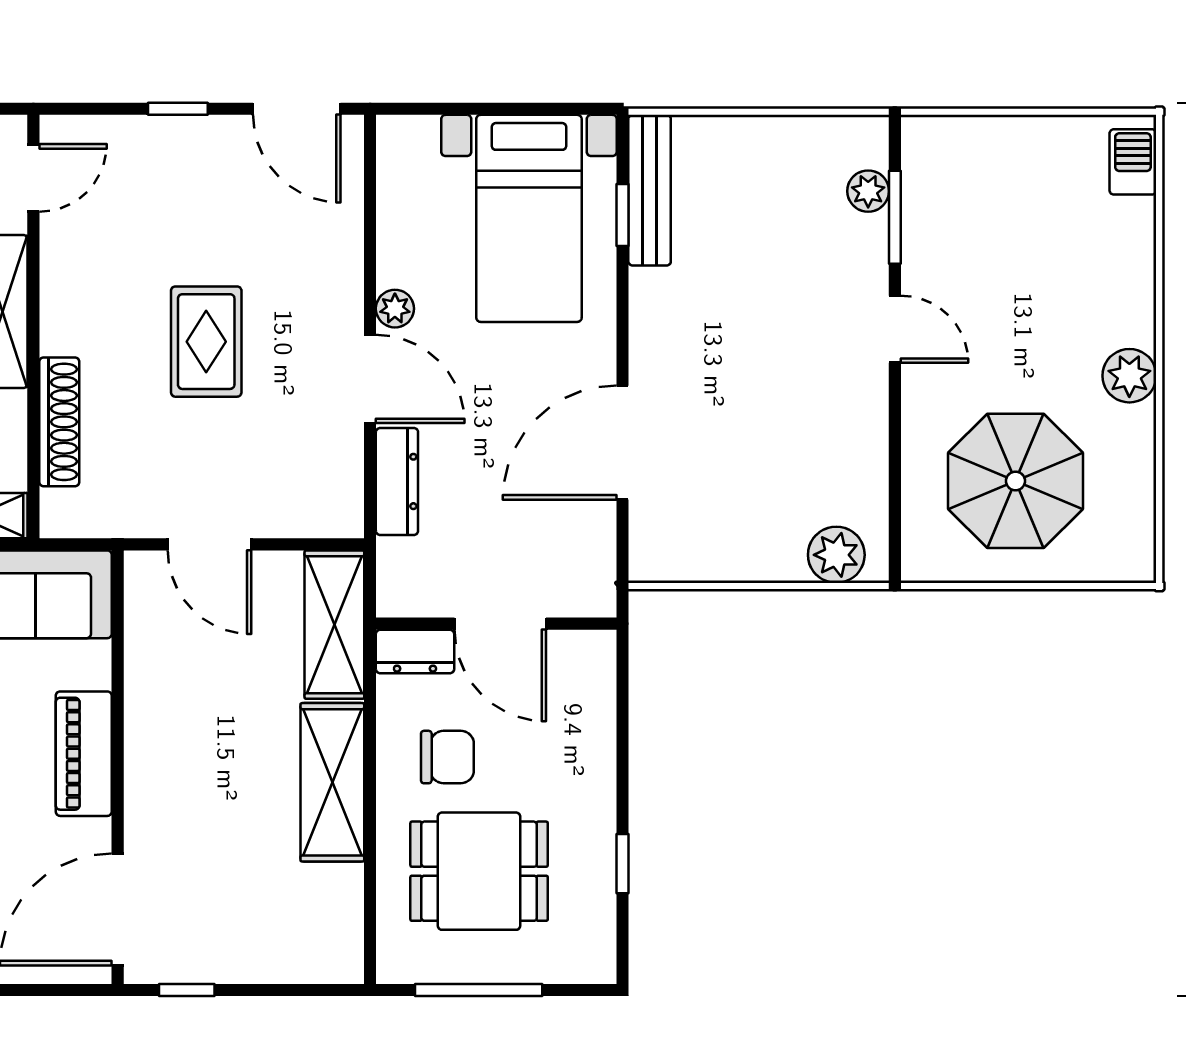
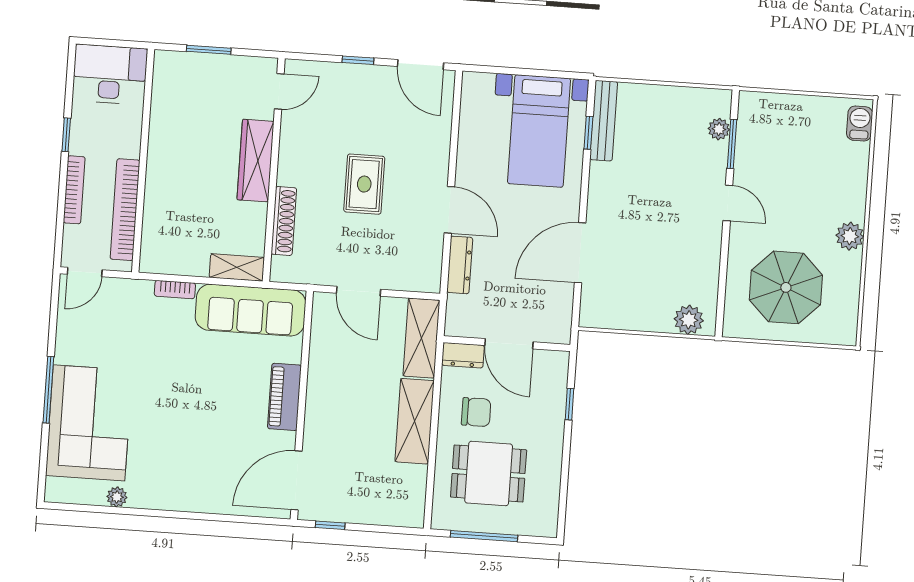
plant: (395, 309) -> (465, 174), removed
window: (623, 864) -> (569, 404), moved

